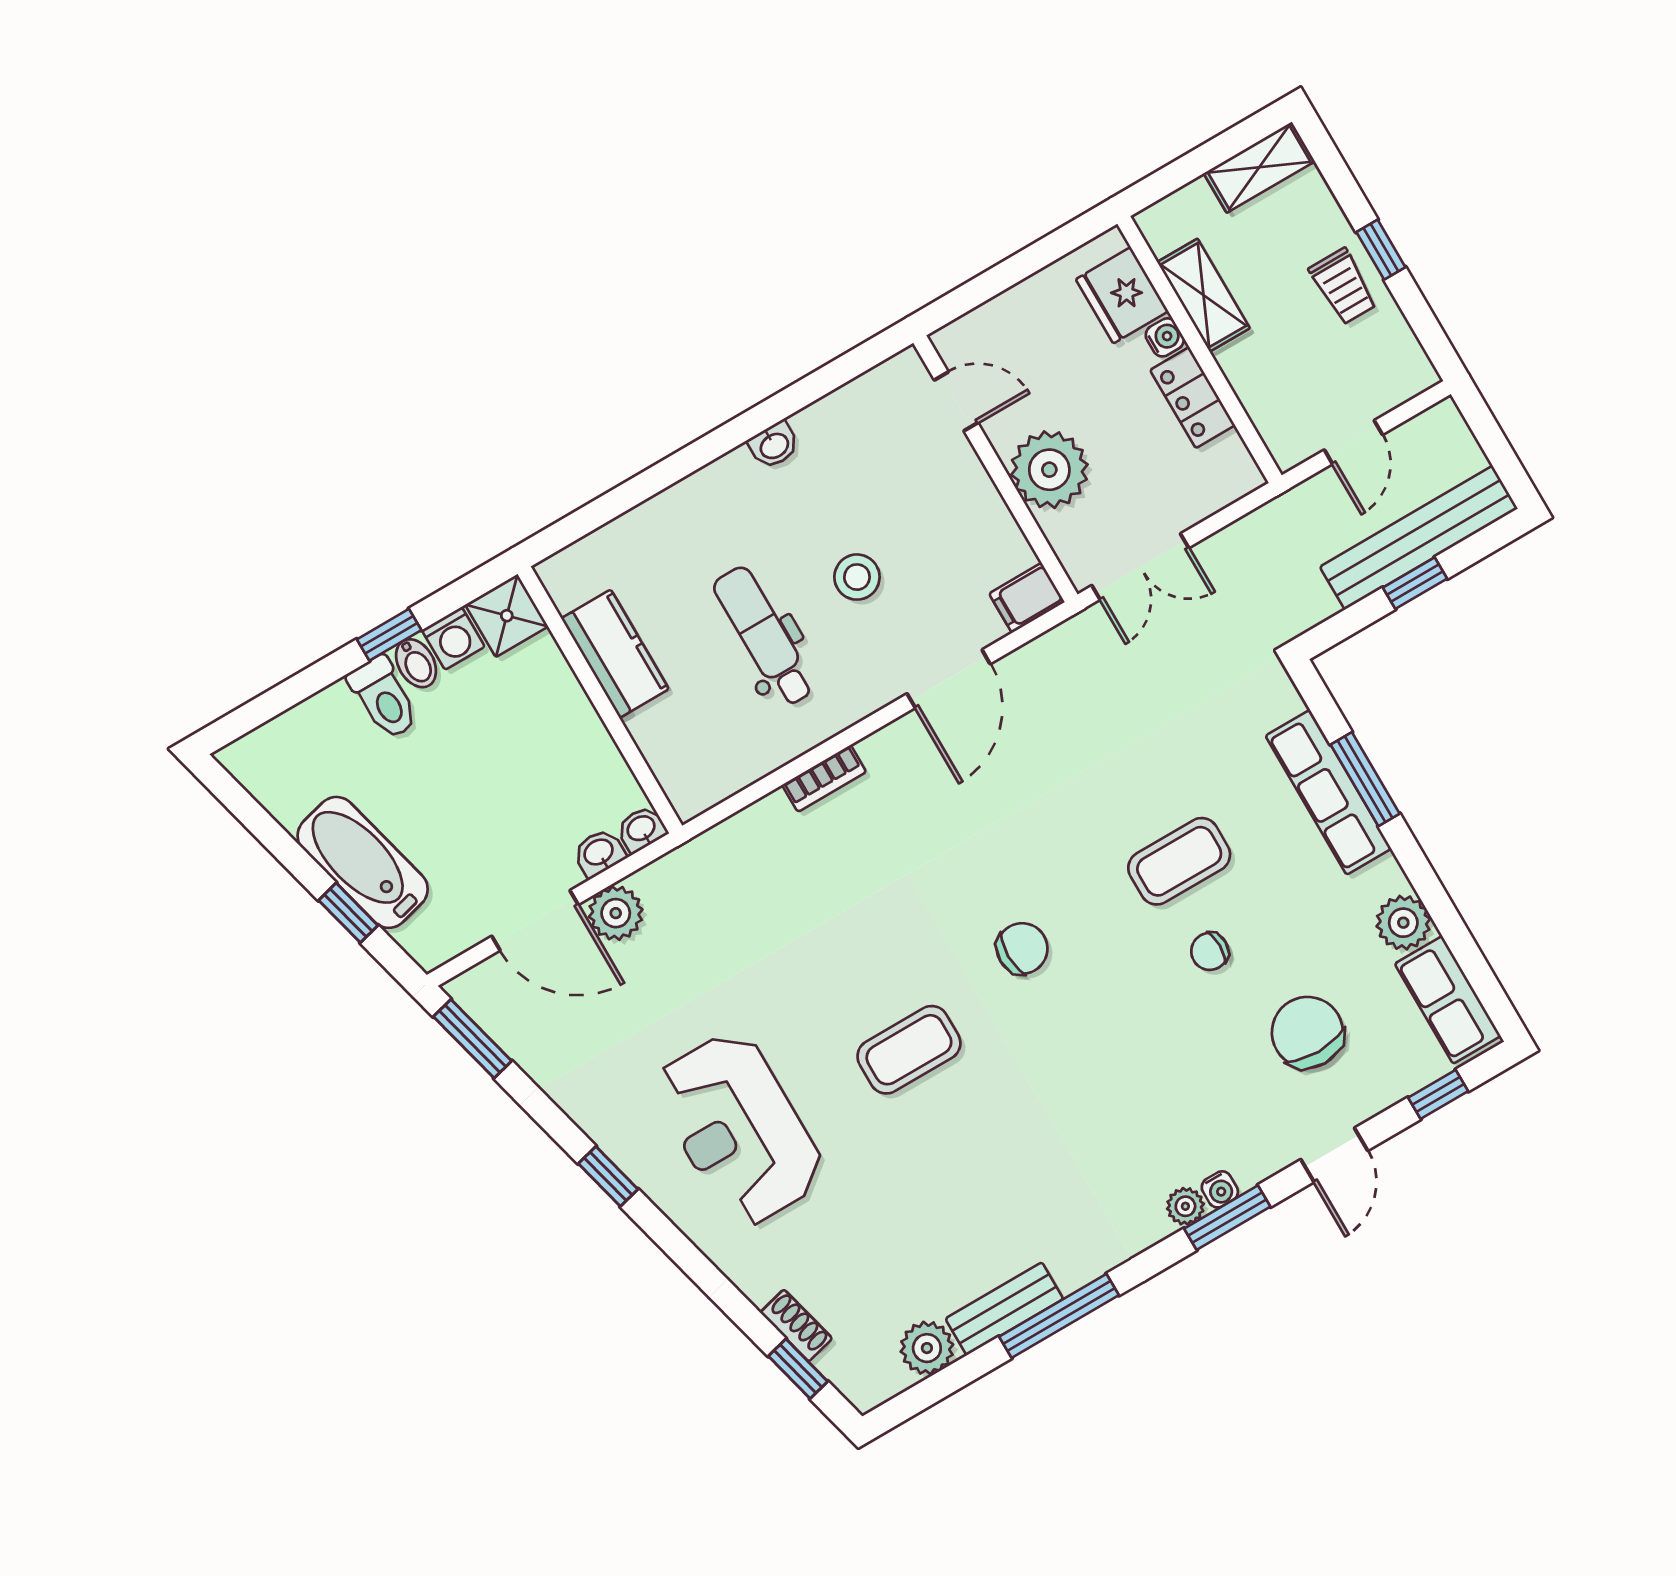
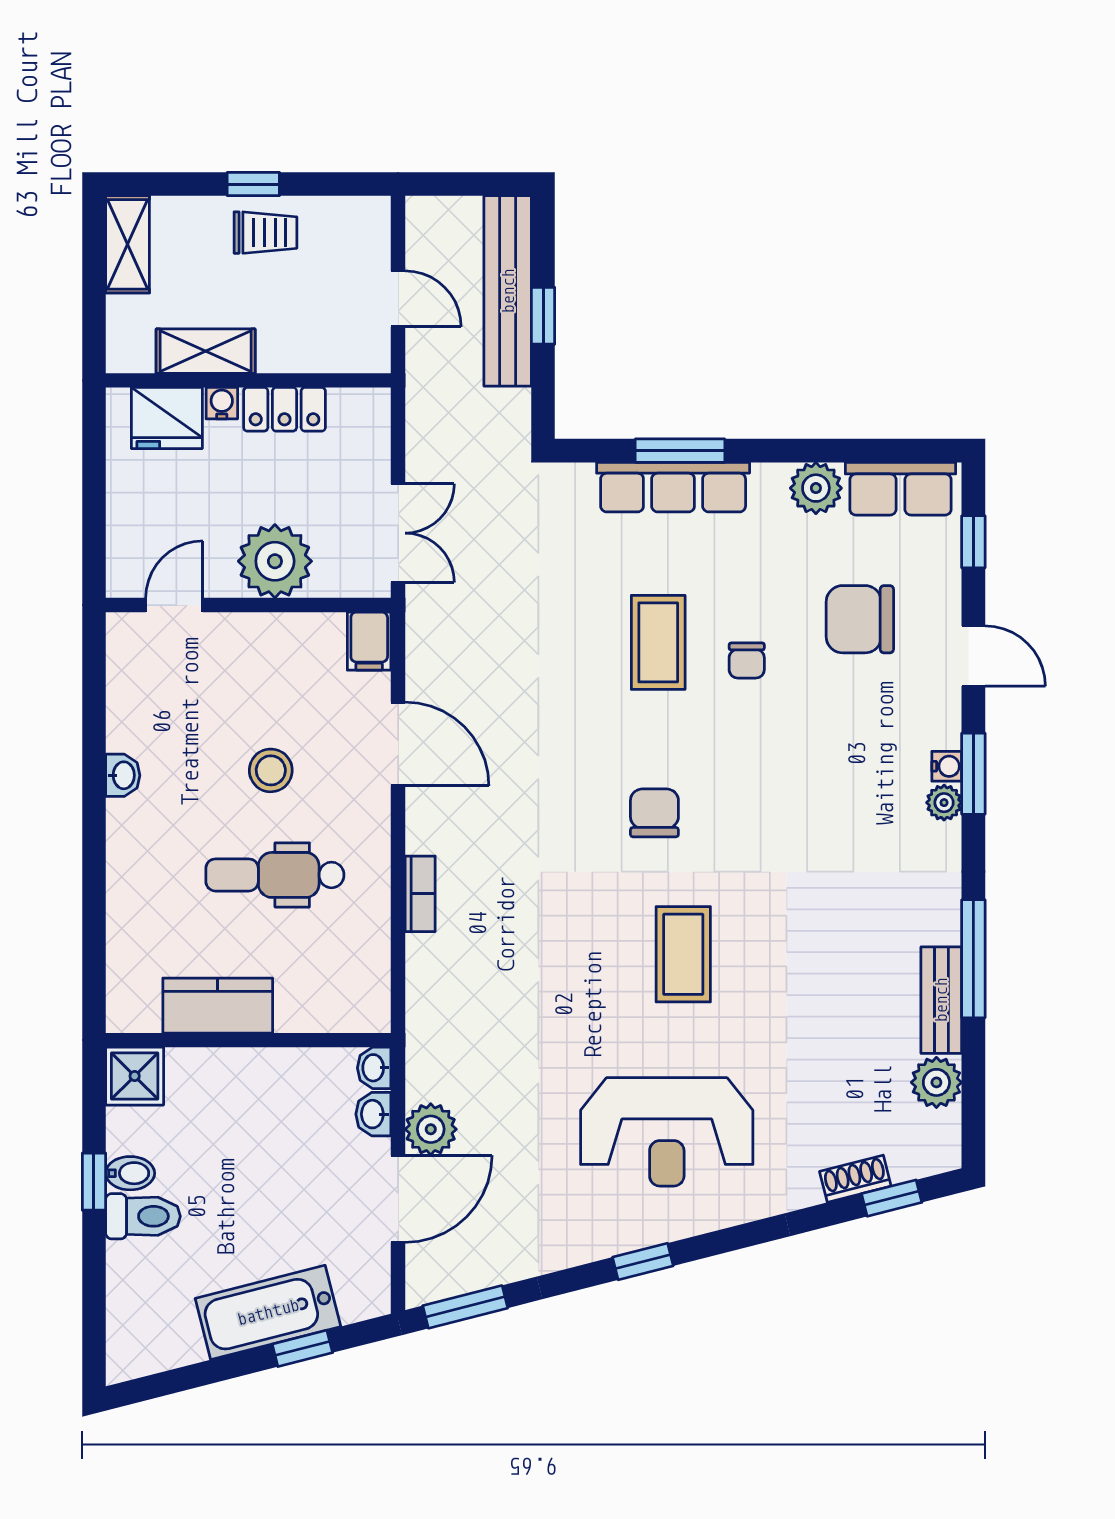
washing machine: (453, 638) -> (128, 1131), removed

